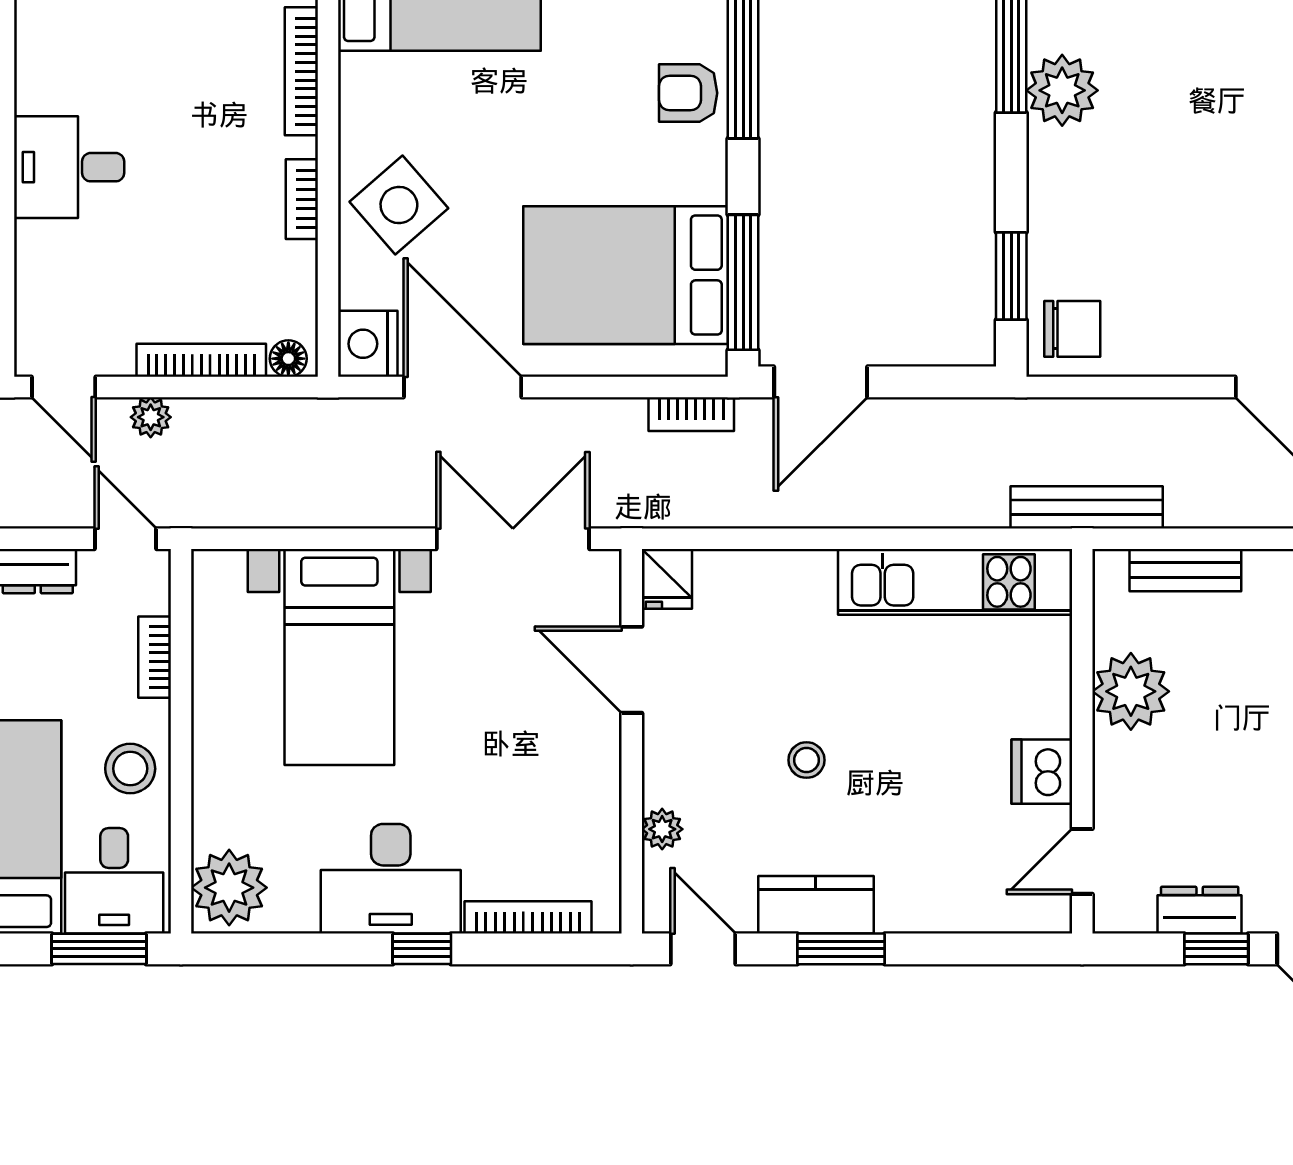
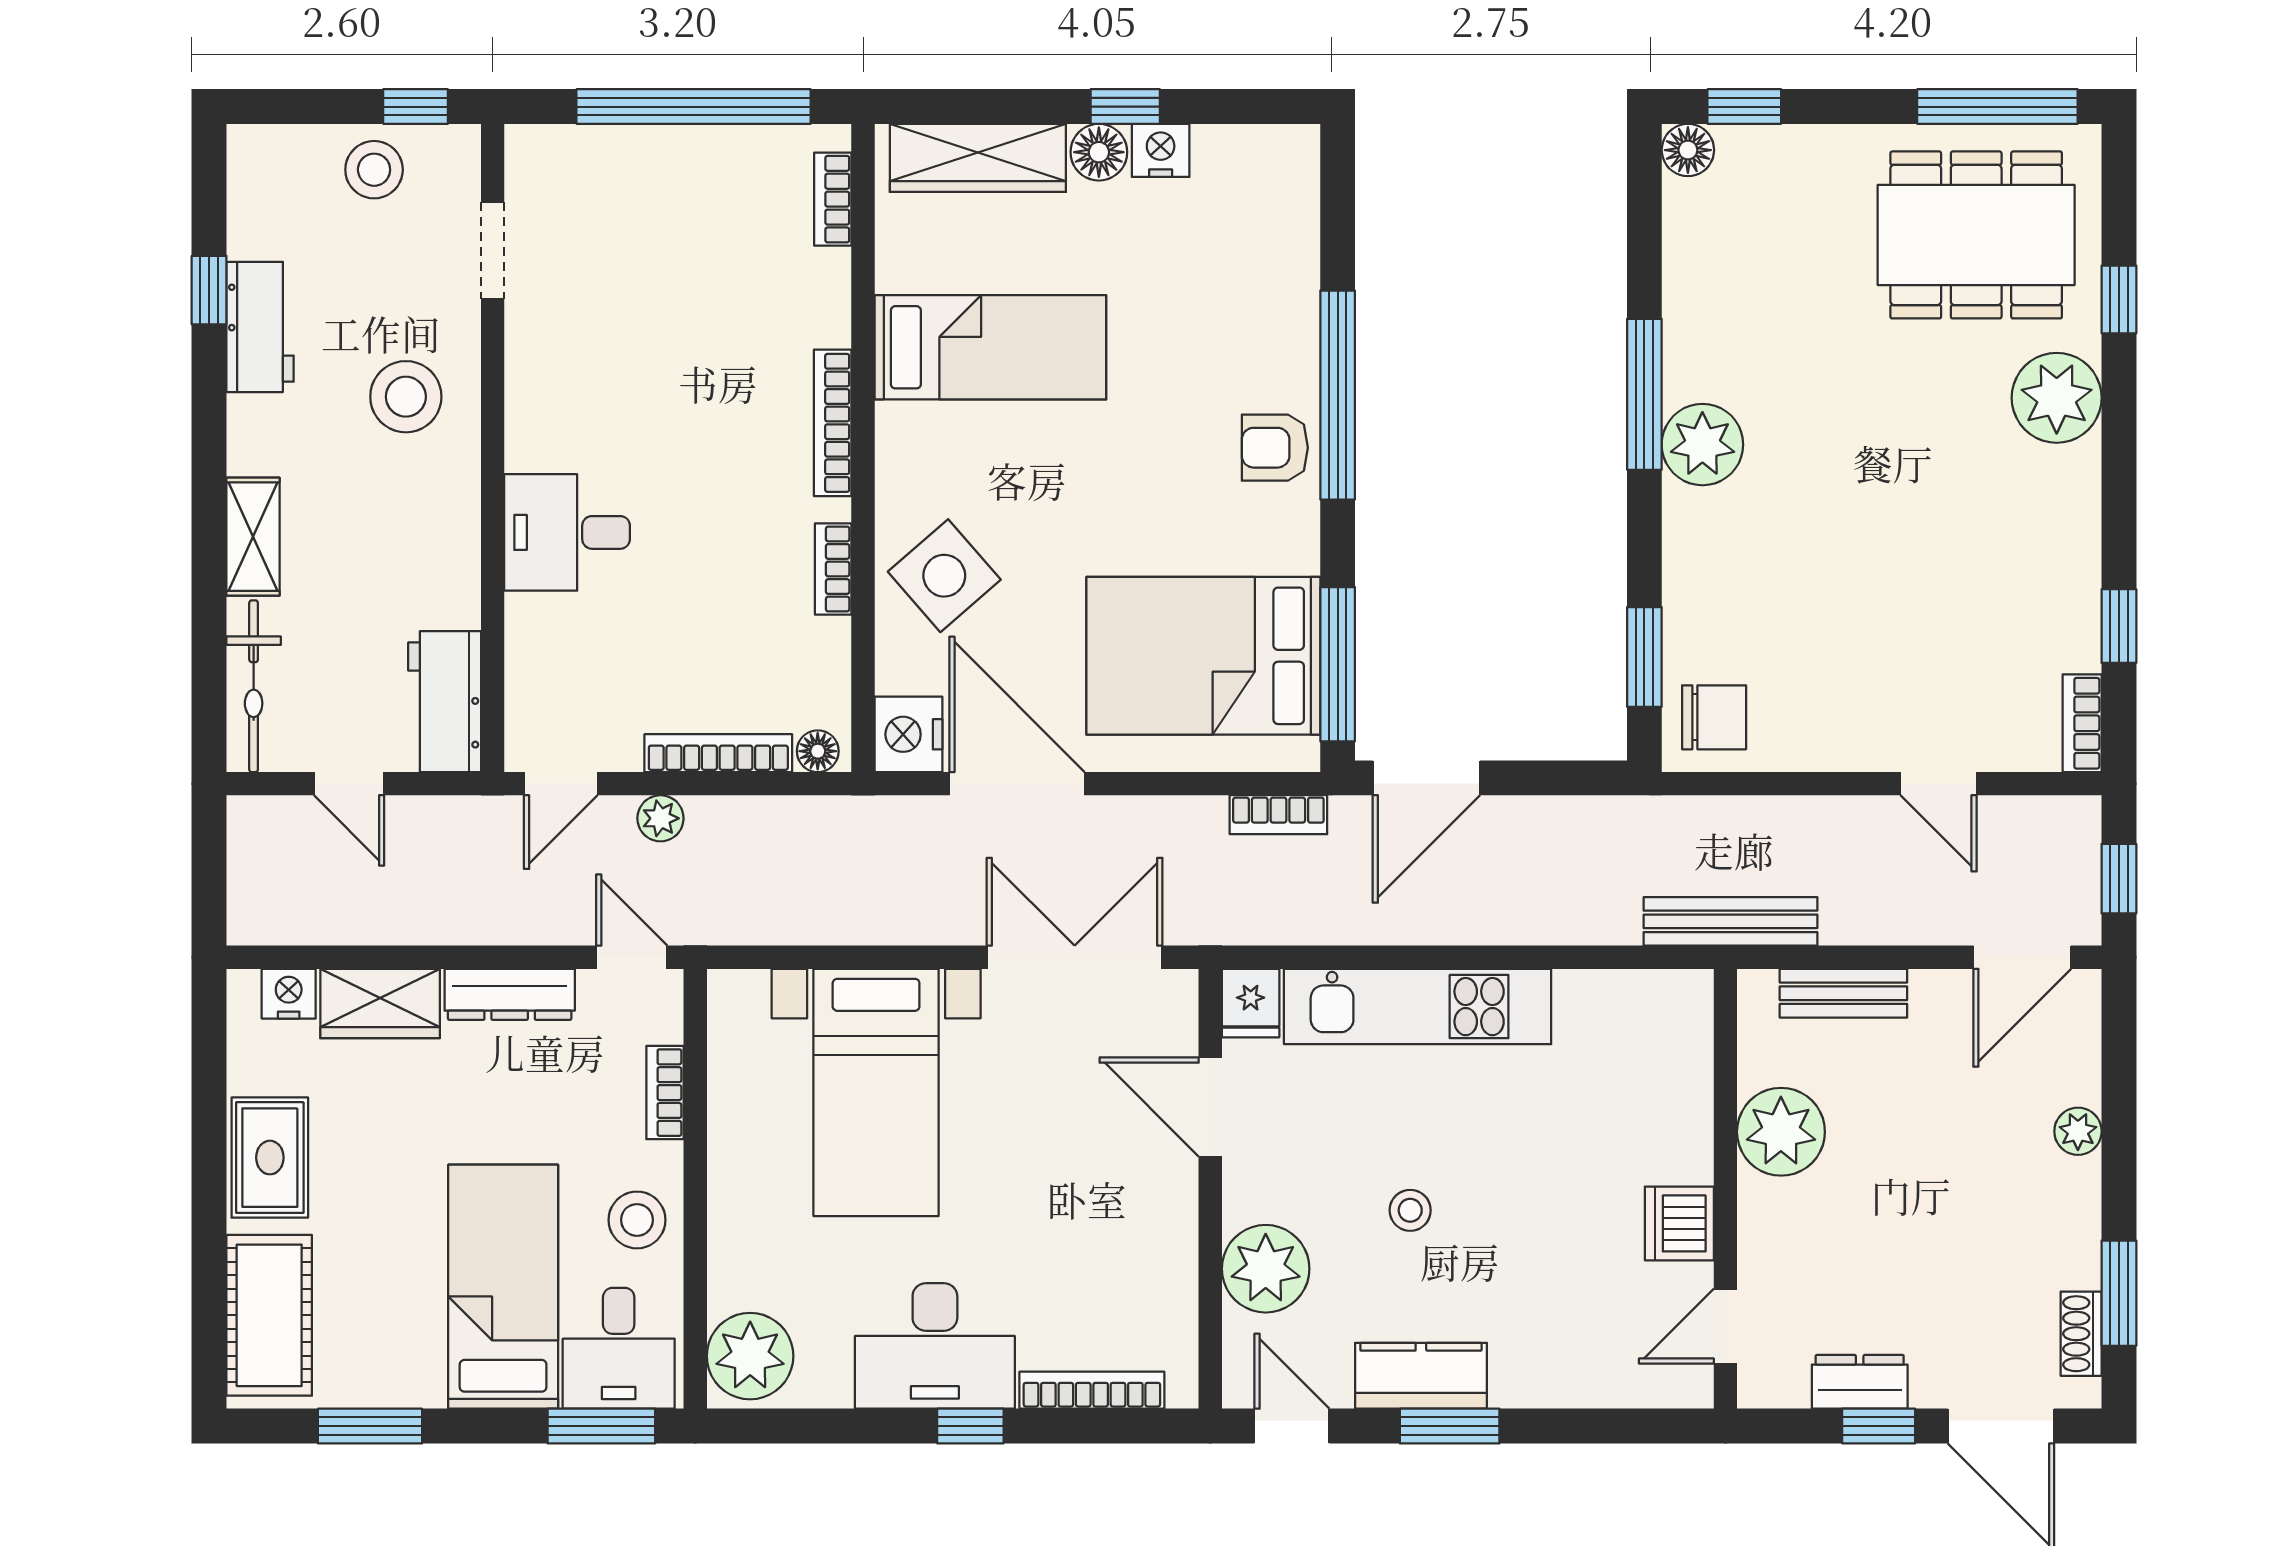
door: (64, 387) -> (561, 784), hinge flipped
kitchen unit: (955, 582) -> (1418, 1007), moved
plant: (662, 829) -> (1266, 1269), width x1.87, depth x1.87

